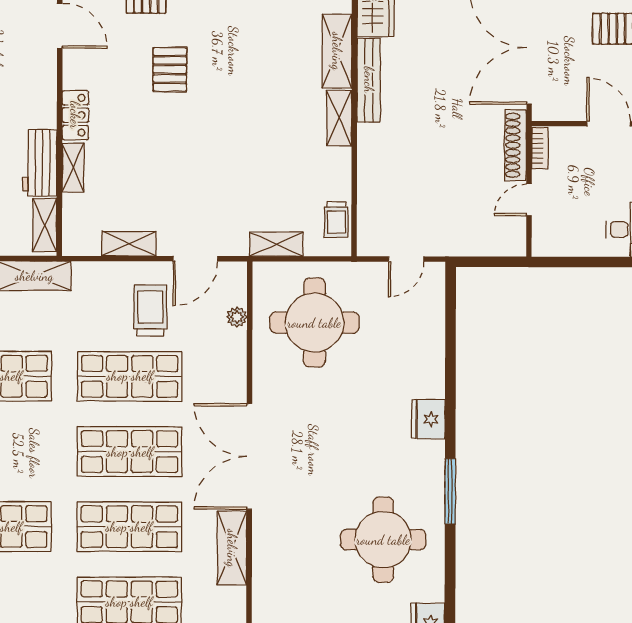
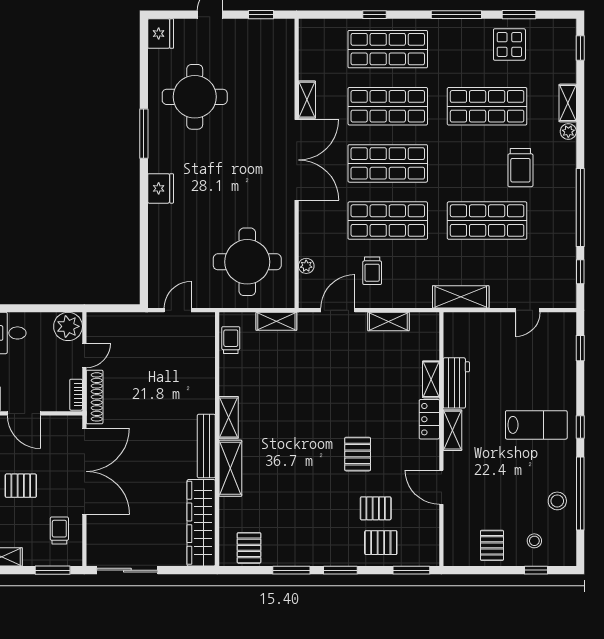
shelving: (45, 225) -> (453, 430), moved
plant: (550, 238) -> (68, 326), added
trolley: (150, 310) -> (372, 271), width x0.73, depth x0.72
shelving: (232, 548) -> (307, 100), width x0.67, depth x0.75

